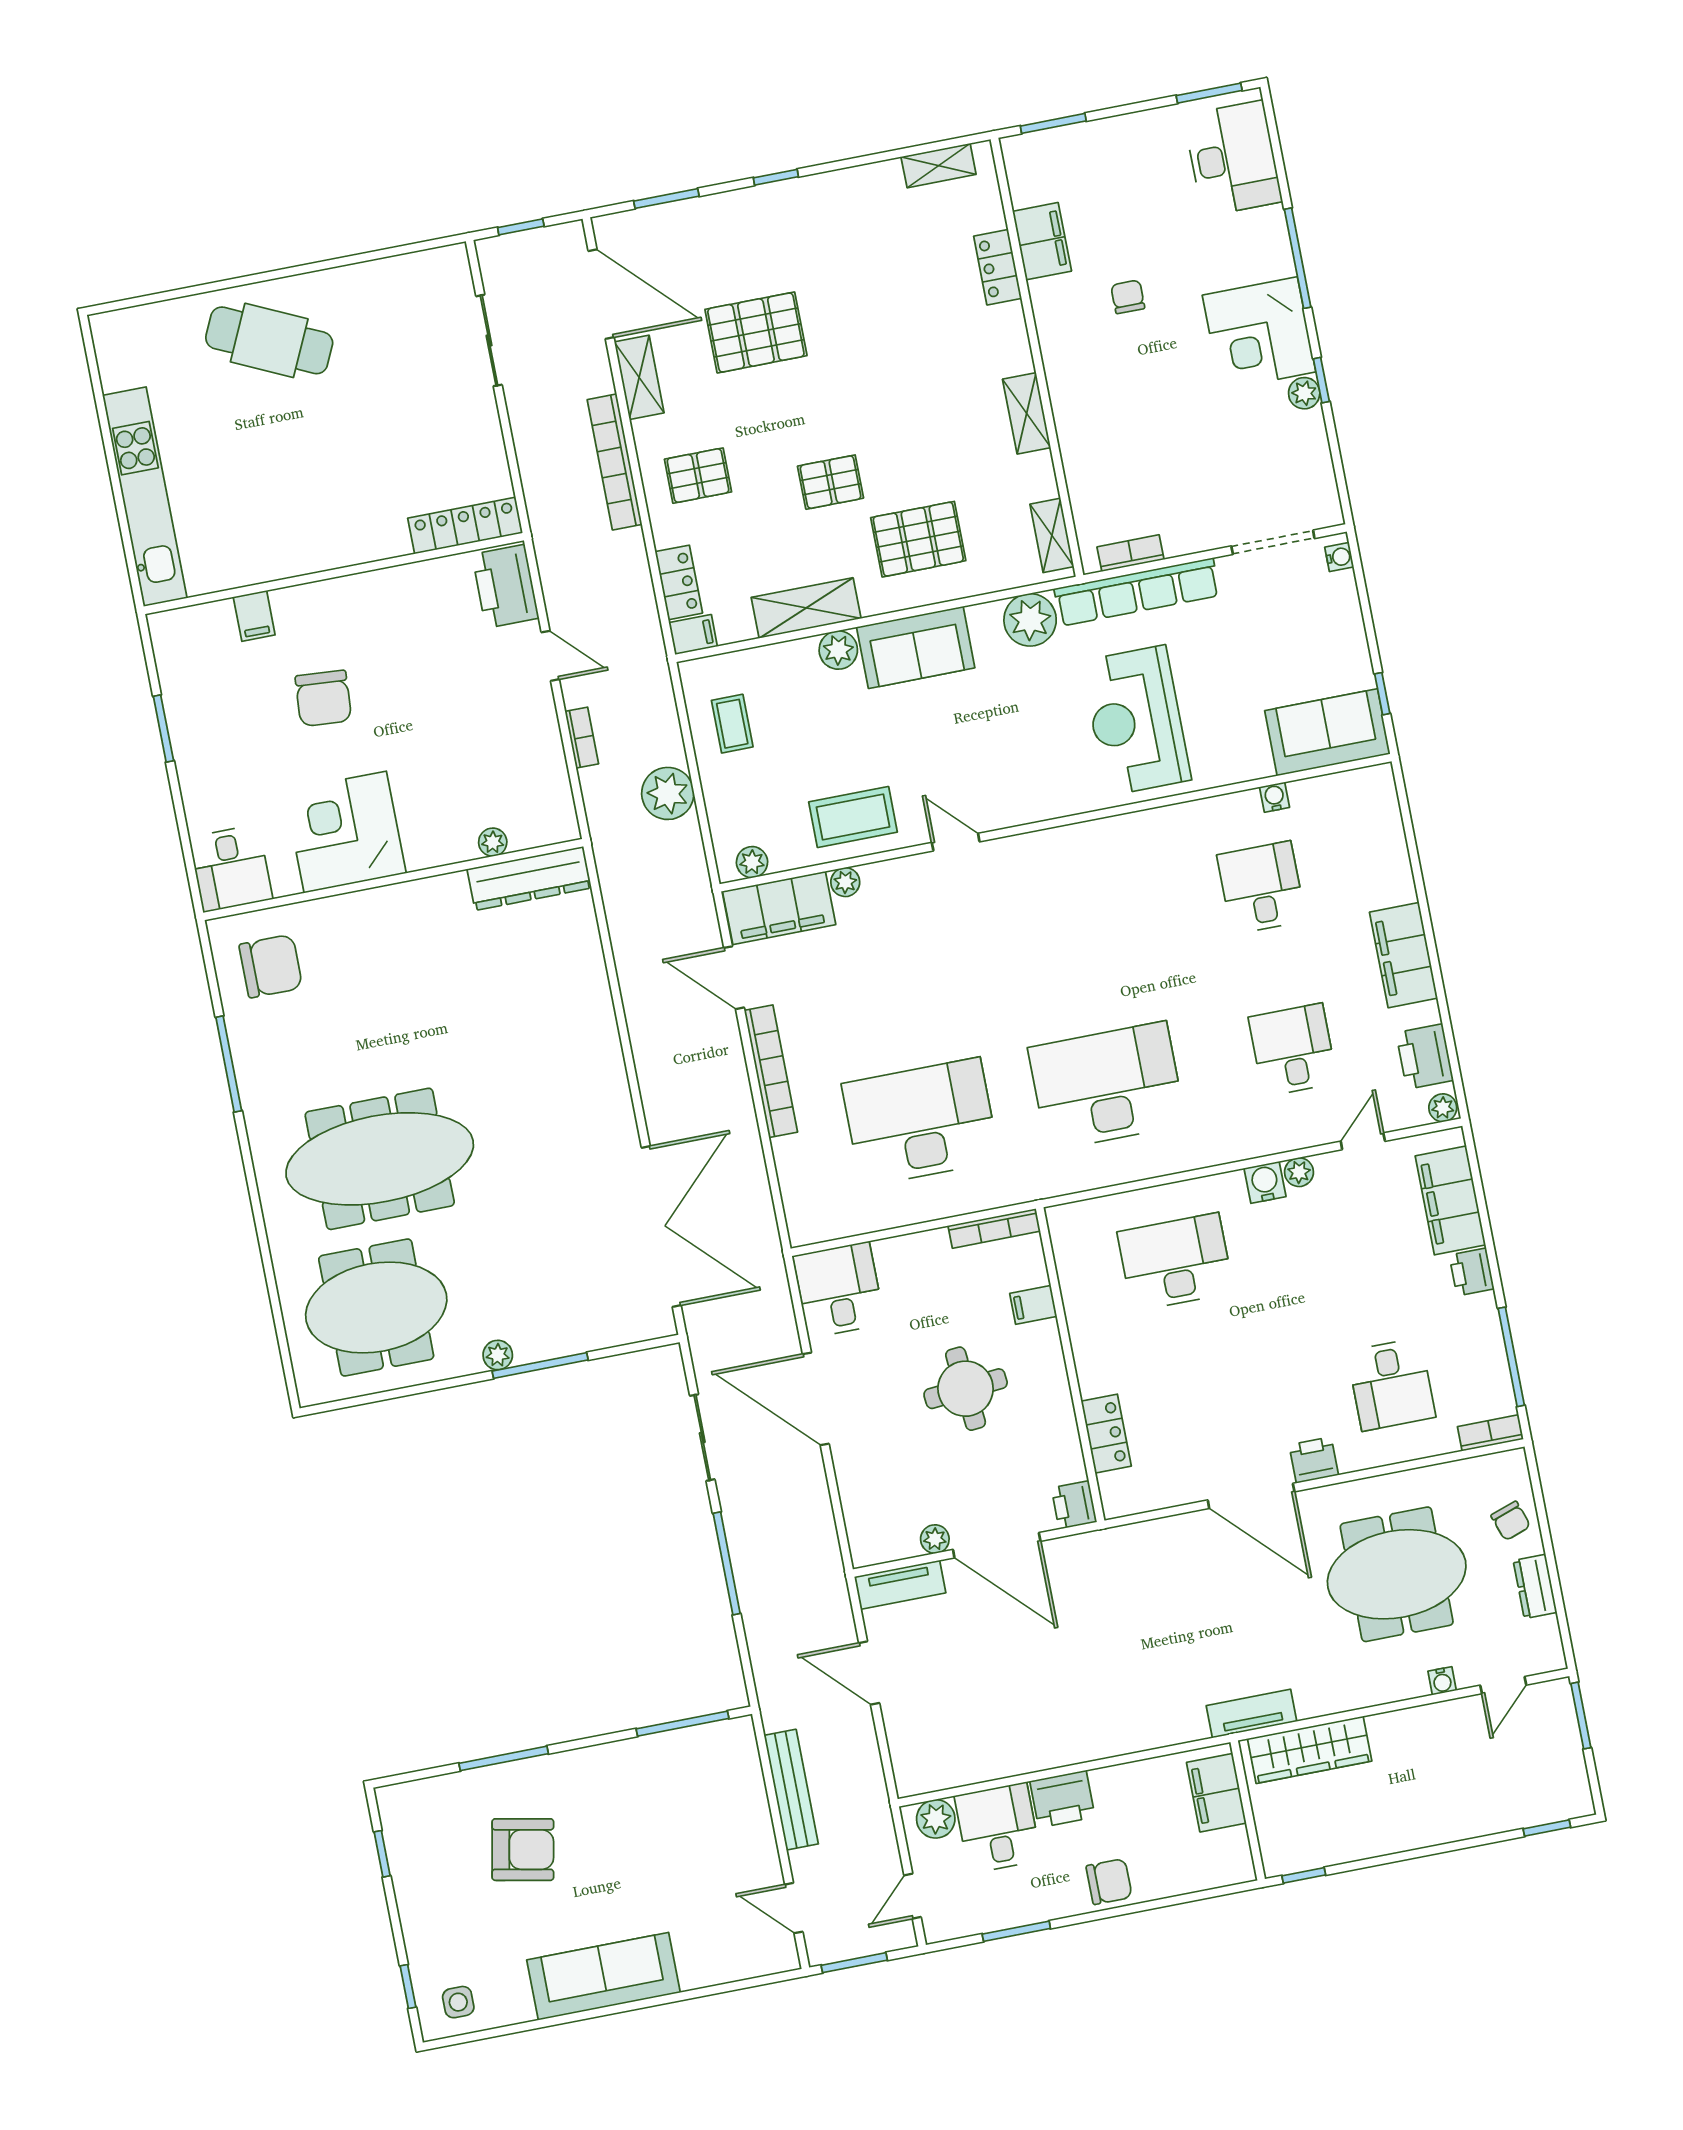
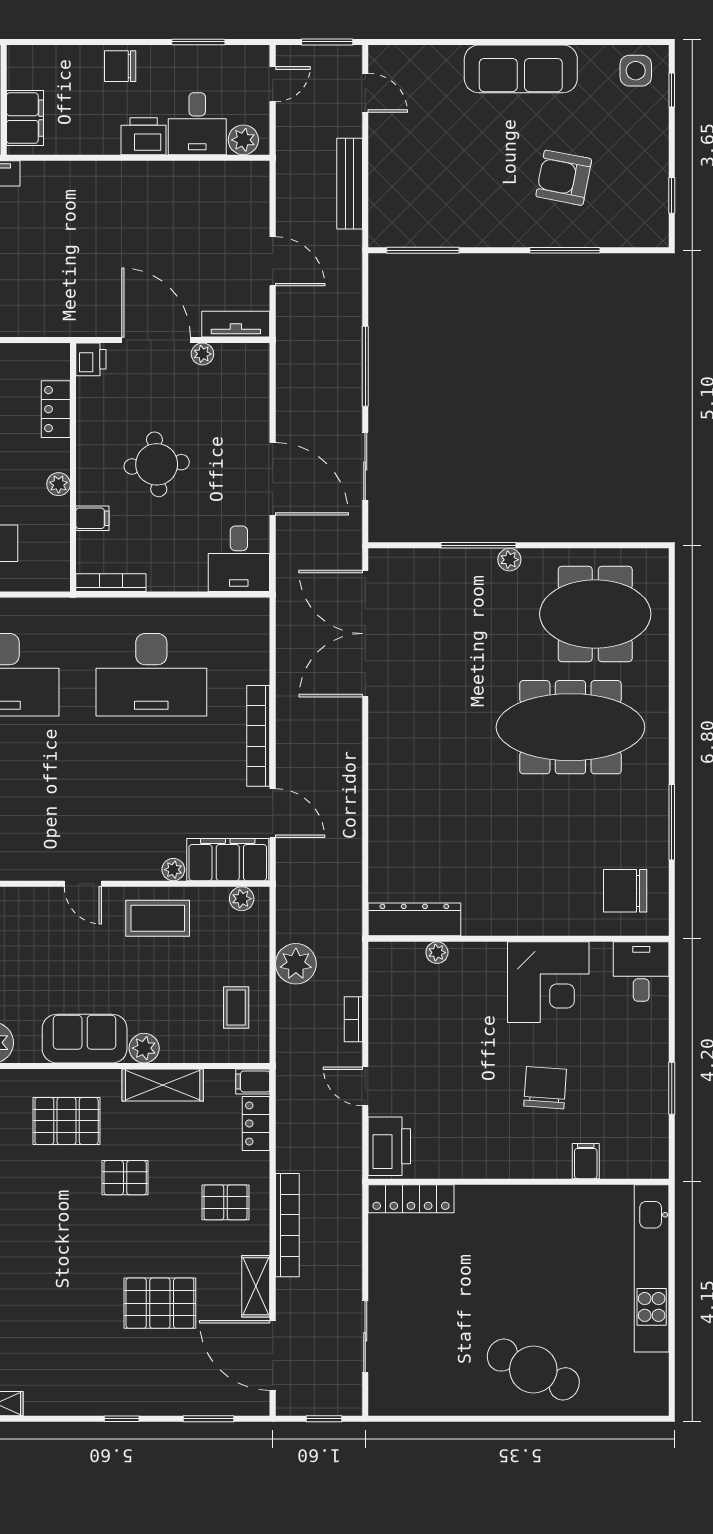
plant: (1084, 1340) -> (59, 484), added
side table: (458, 2002) -> (636, 71), width x1.37, depth x1.37

